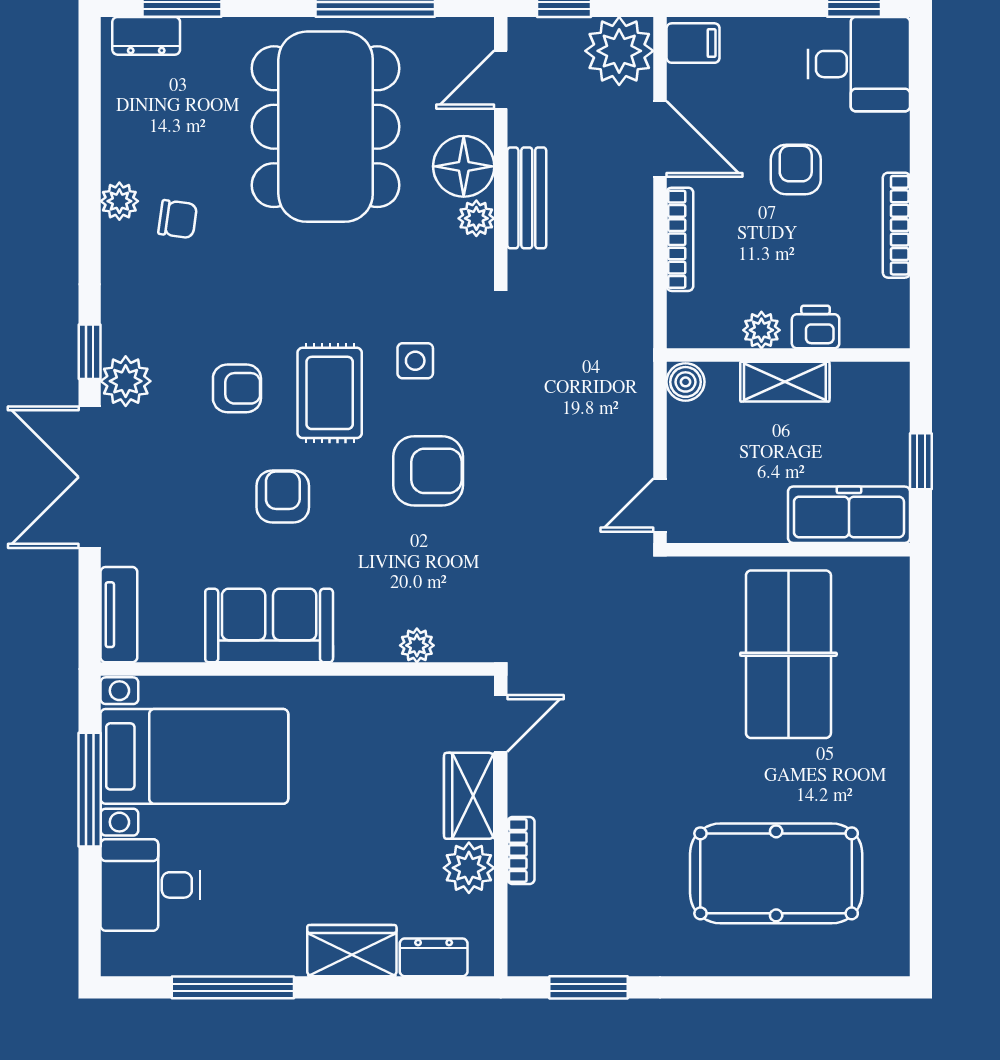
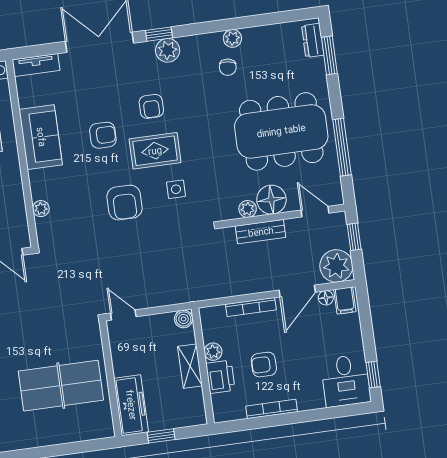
floor lamp: (682, 82) -> (326, 298), added
armchair: (796, 169) -> (264, 365), moved, turned 180
printer: (816, 327) -> (220, 377), width x1.36, depth x1.24
plant: (126, 381) -> (168, 50), moved

